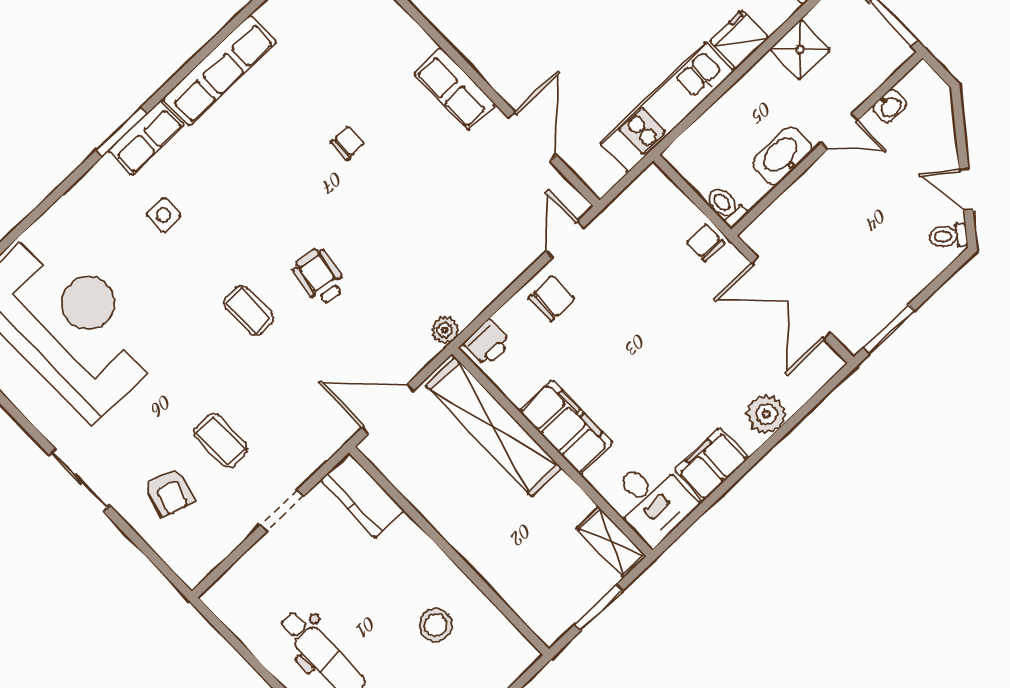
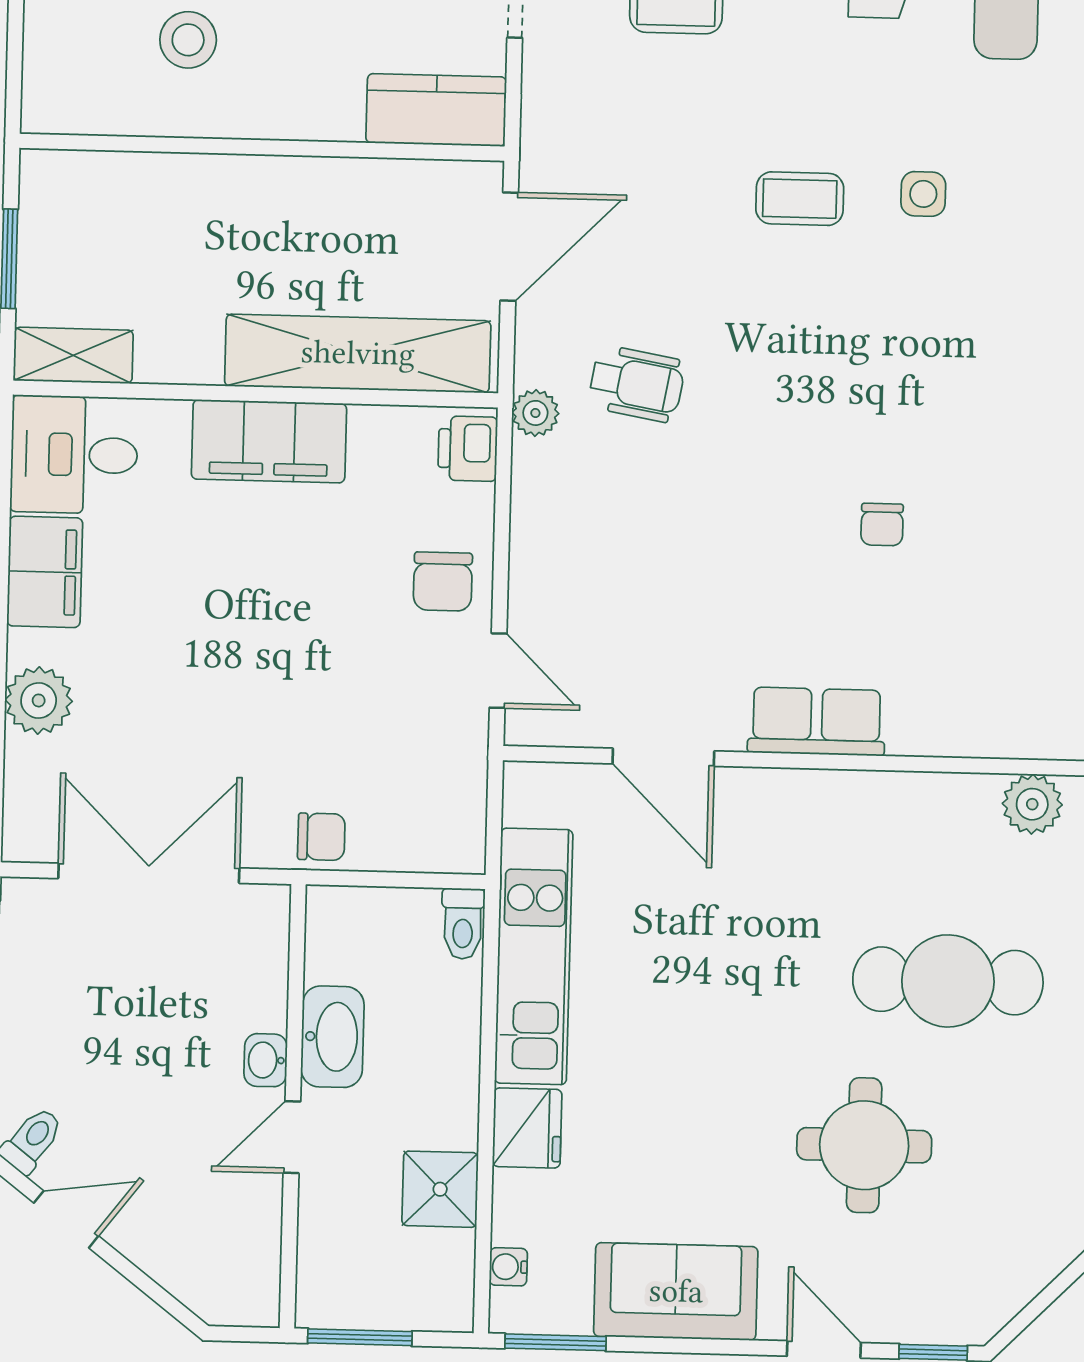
washbasin: (890, 106) -> (266, 1060), moved
toilet: (726, 206) -> (463, 924), moved, turned 90
side table: (163, 215) -> (923, 194), moved
wheelchair: (319, 277) -> (637, 384), moved

